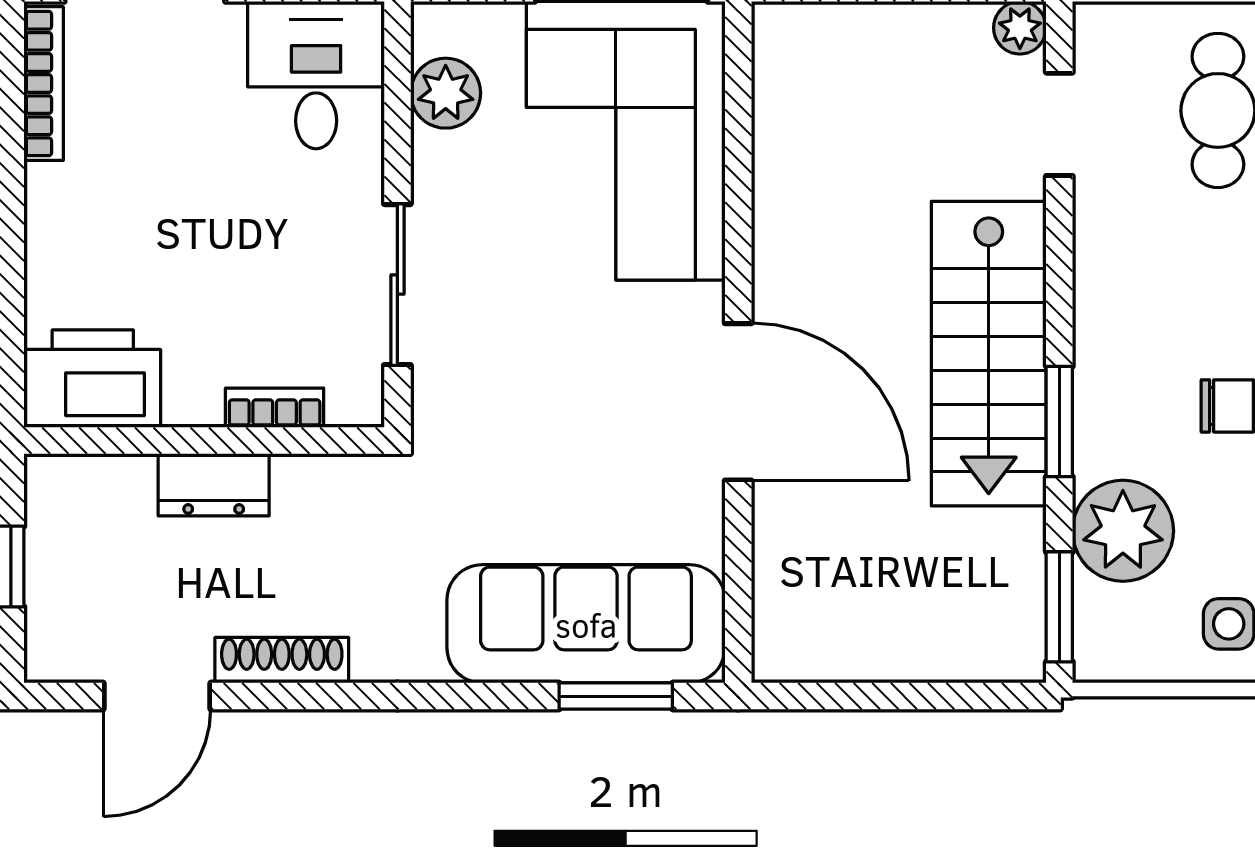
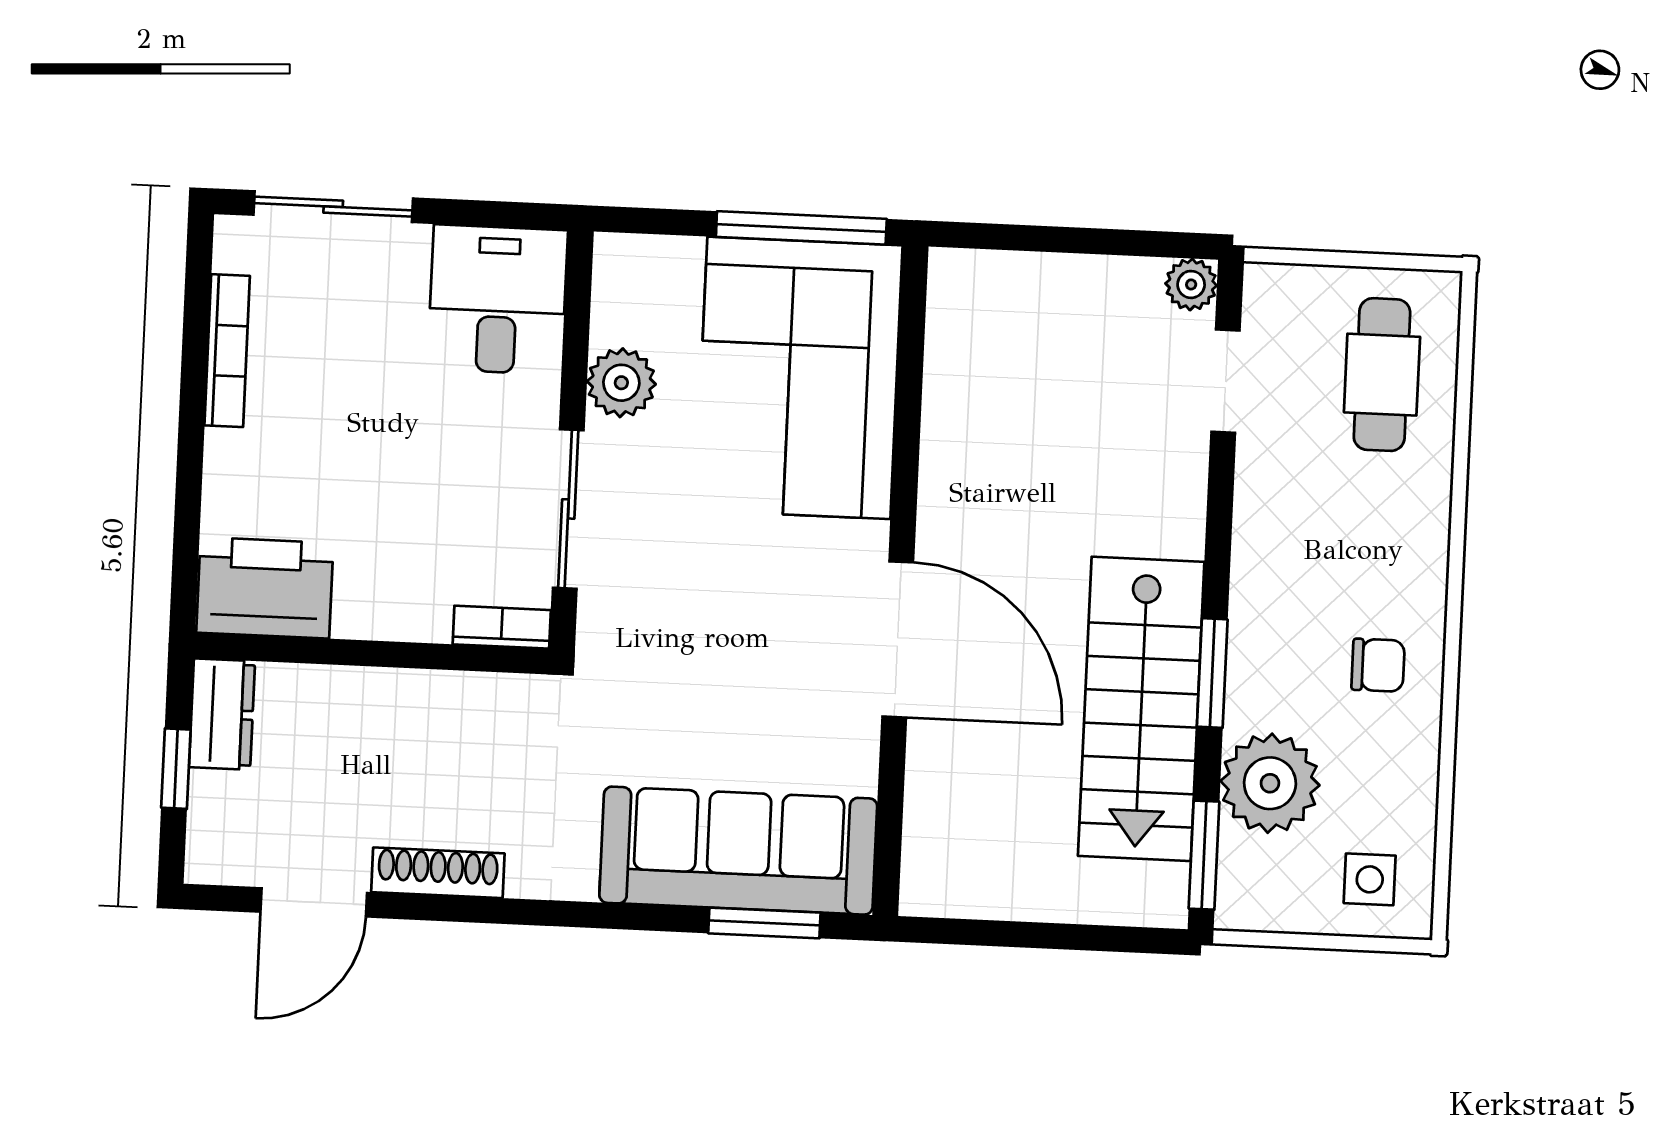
bookcase: (44, 84) -> (227, 351), moved
plant: (446, 93) -> (621, 383), moved
stairs: (989, 354) -> (1141, 709), moved
bookcase: (275, 408) -> (502, 627), moved
dresser: (214, 485) -> (222, 714), moved, turned -90

